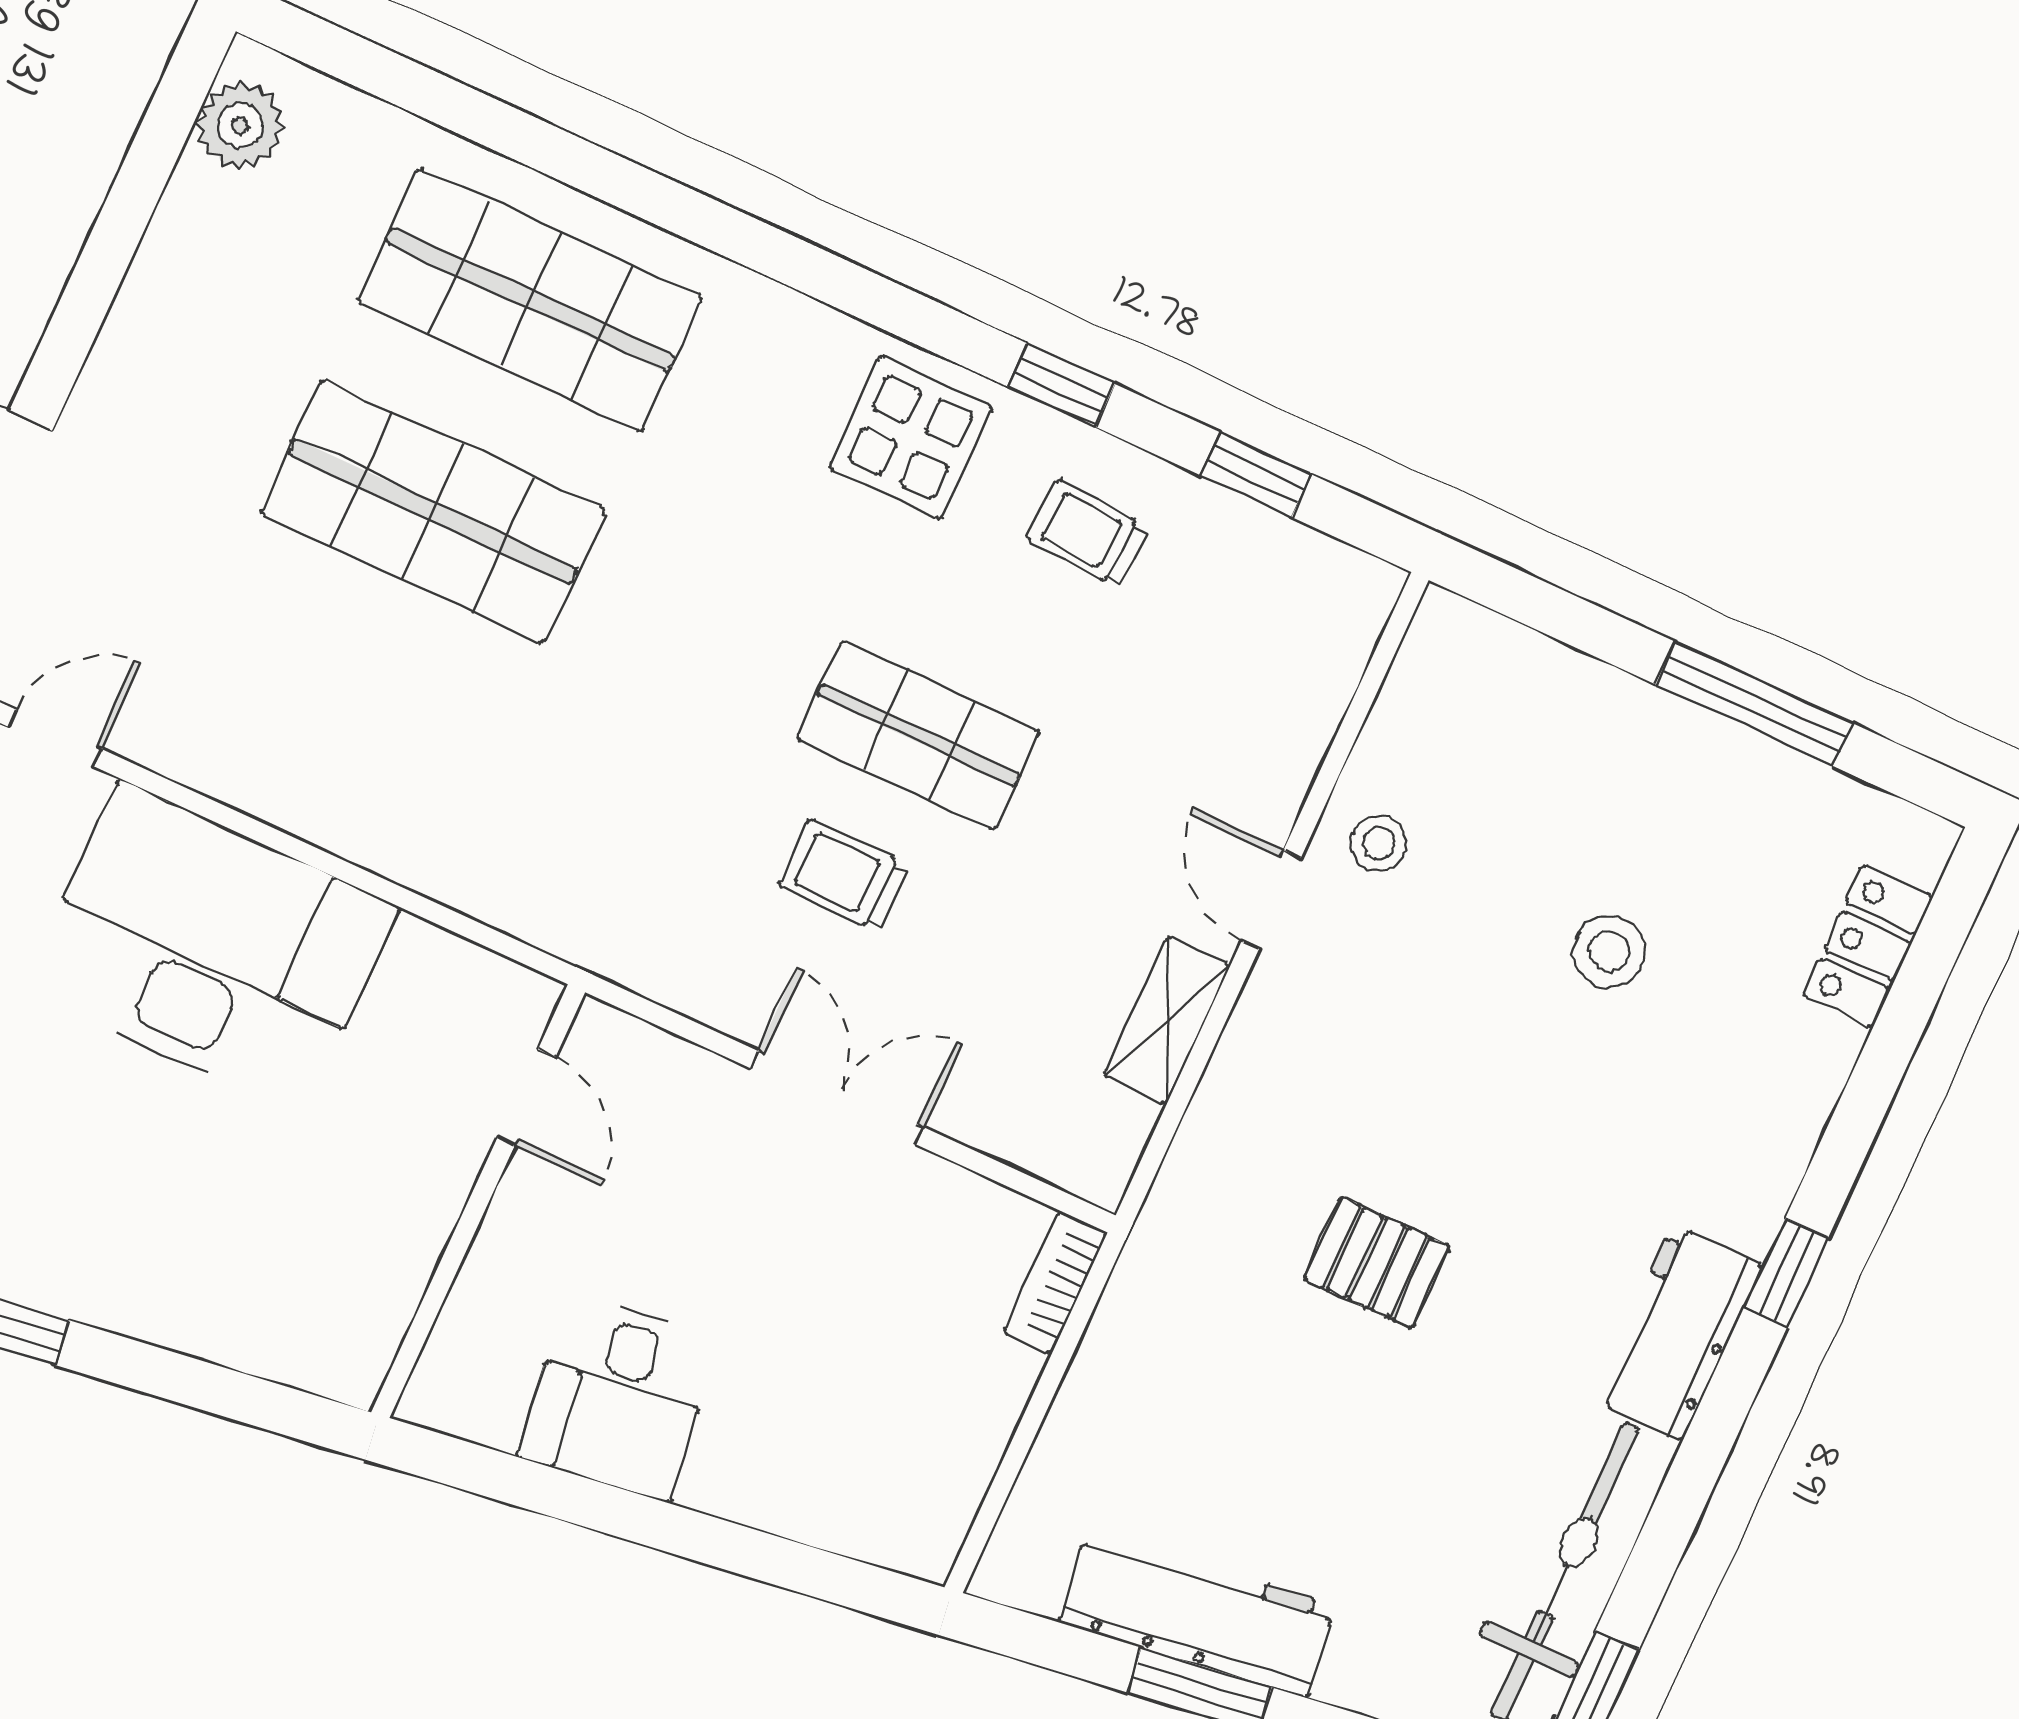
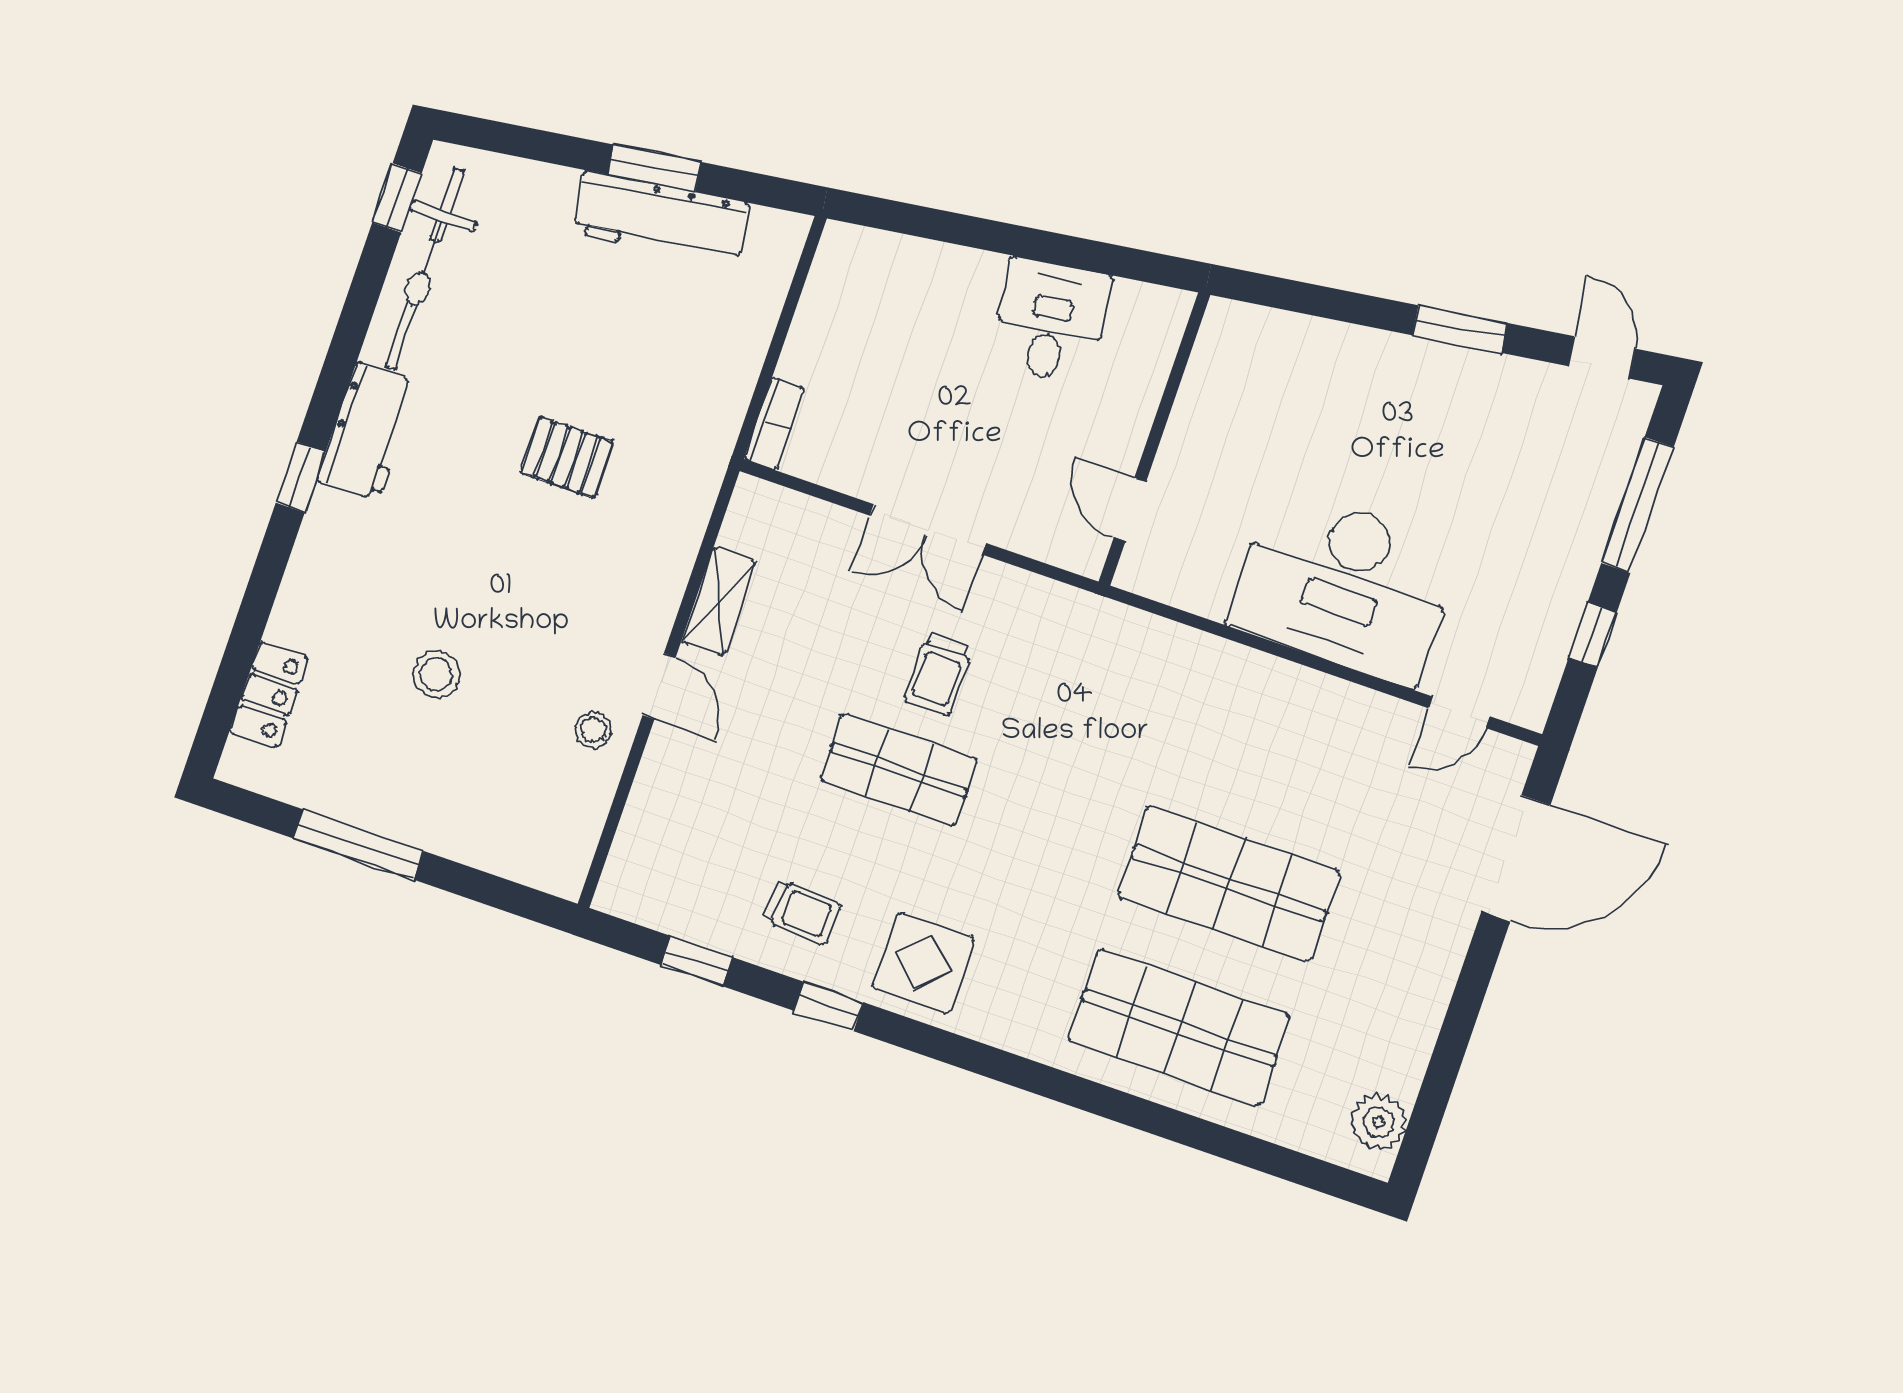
trolley: (844, 876) -> (938, 674), turned 90

